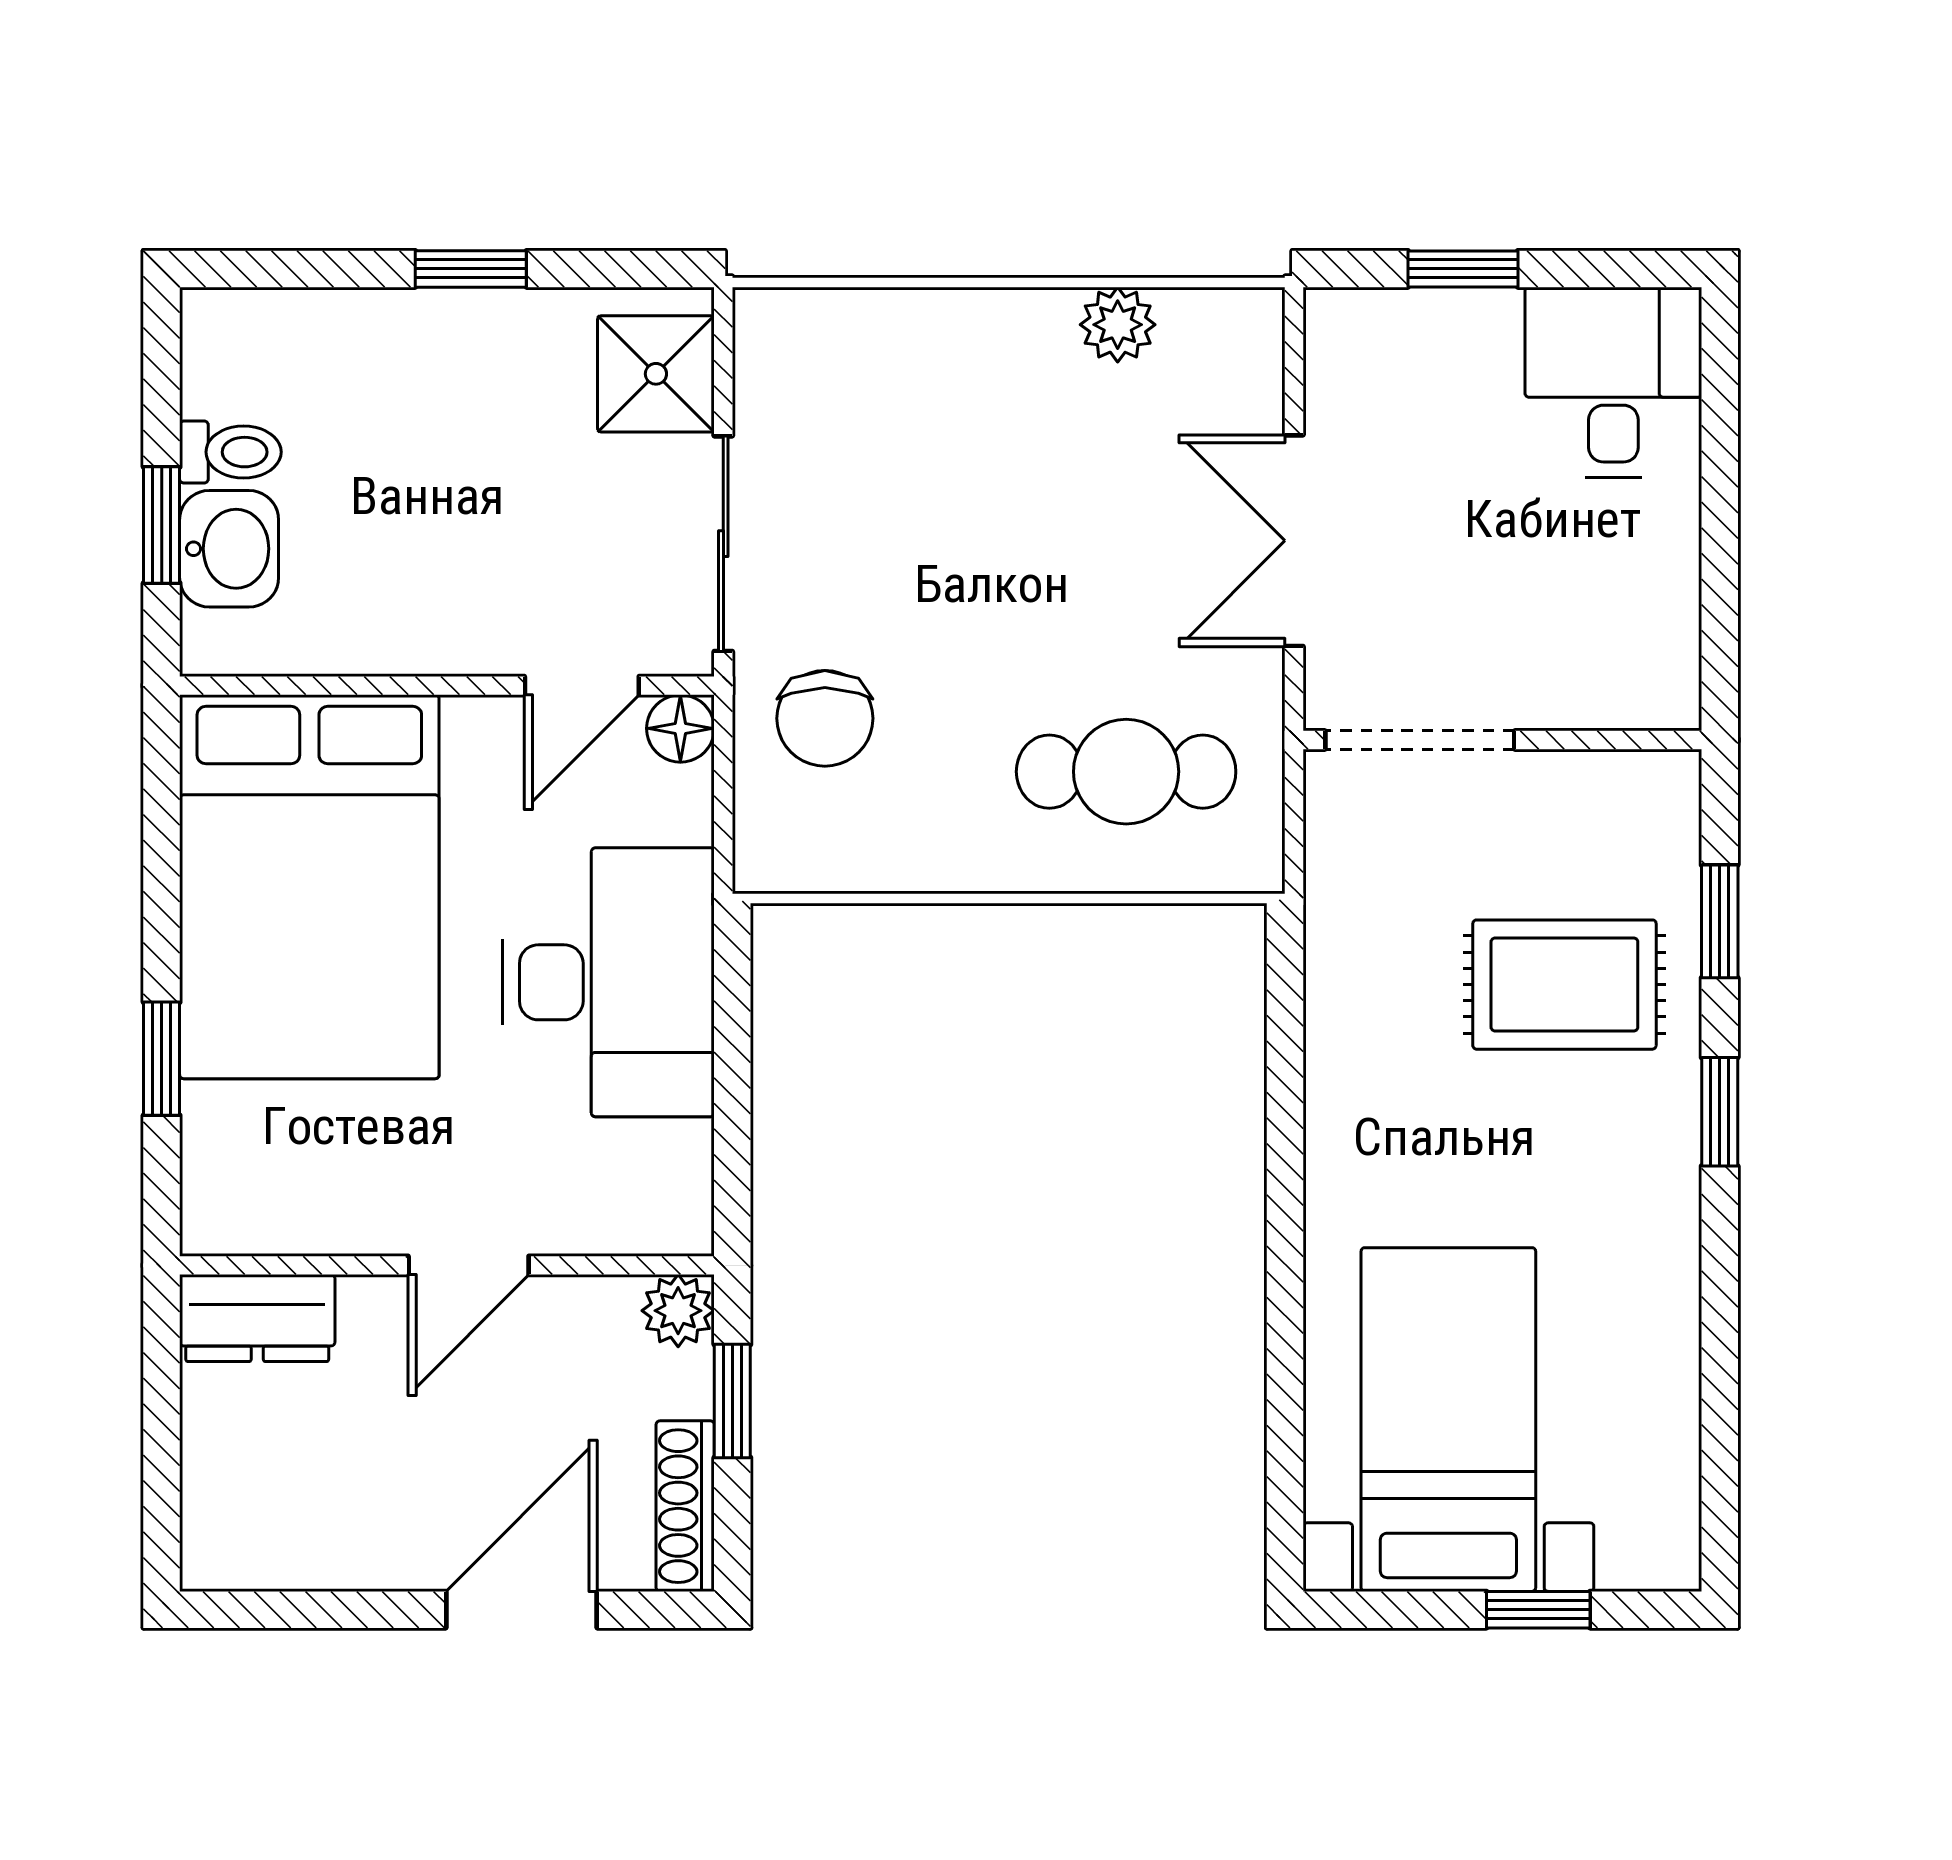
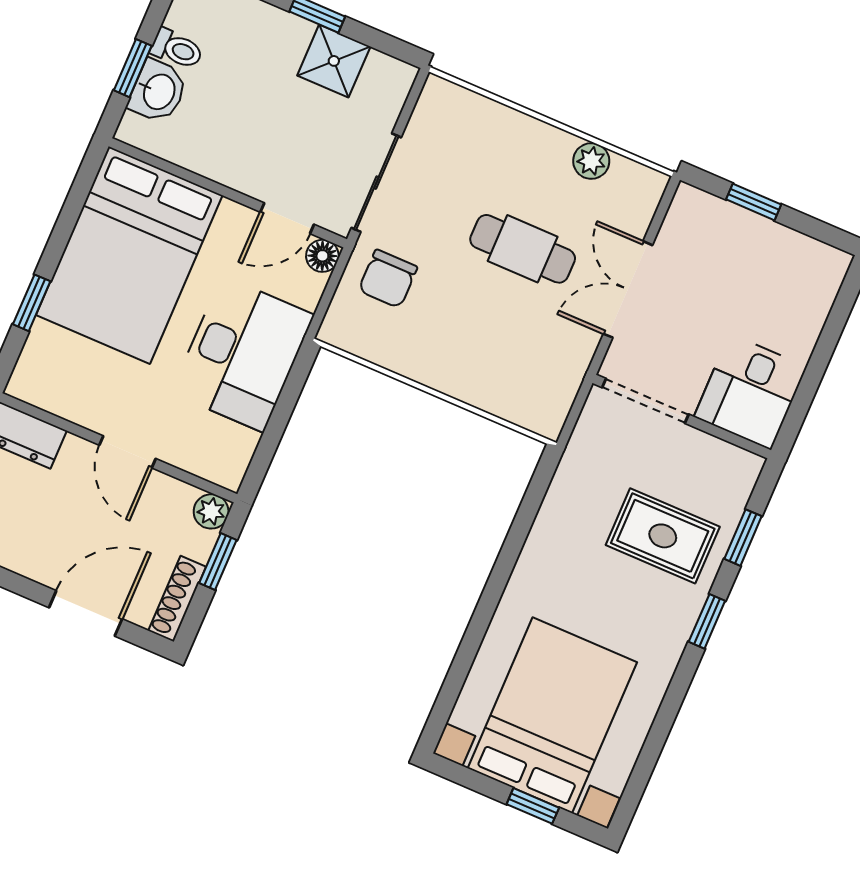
shower: (656, 374) -> (334, 61), moved
desk: (1613, 382) -> (750, 392), moved, turned 180
cafe table: (1126, 772) -> (523, 249), moved
door: (469, 1265) -> (128, 452), hinge flipped
bed with nightstands: (1448, 1420) -> (552, 715), width x1.36

